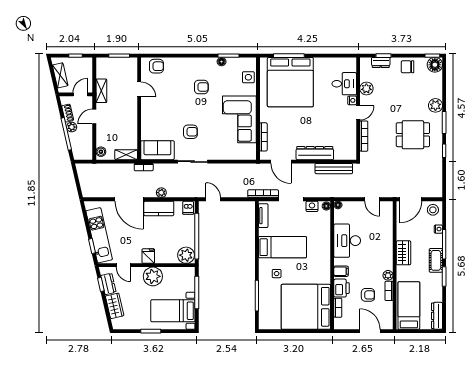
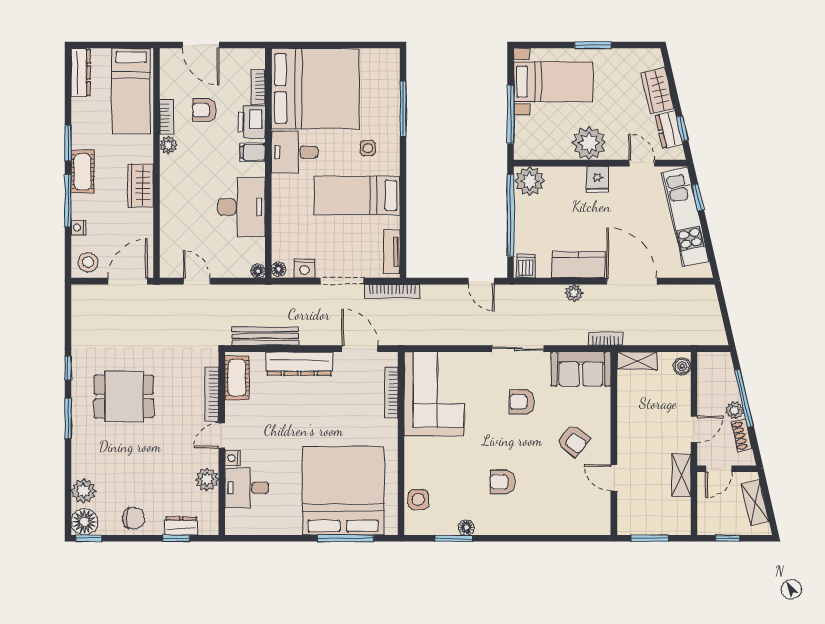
armchair: (156, 66) -> (573, 441), moved, turned -142
plant: (435, 105) -> (84, 491), moved
corner sofa: (239, 119) -> (434, 394), moved
cot: (350, 145) -> (237, 378), added
desk: (318, 271) -> (294, 152), added

